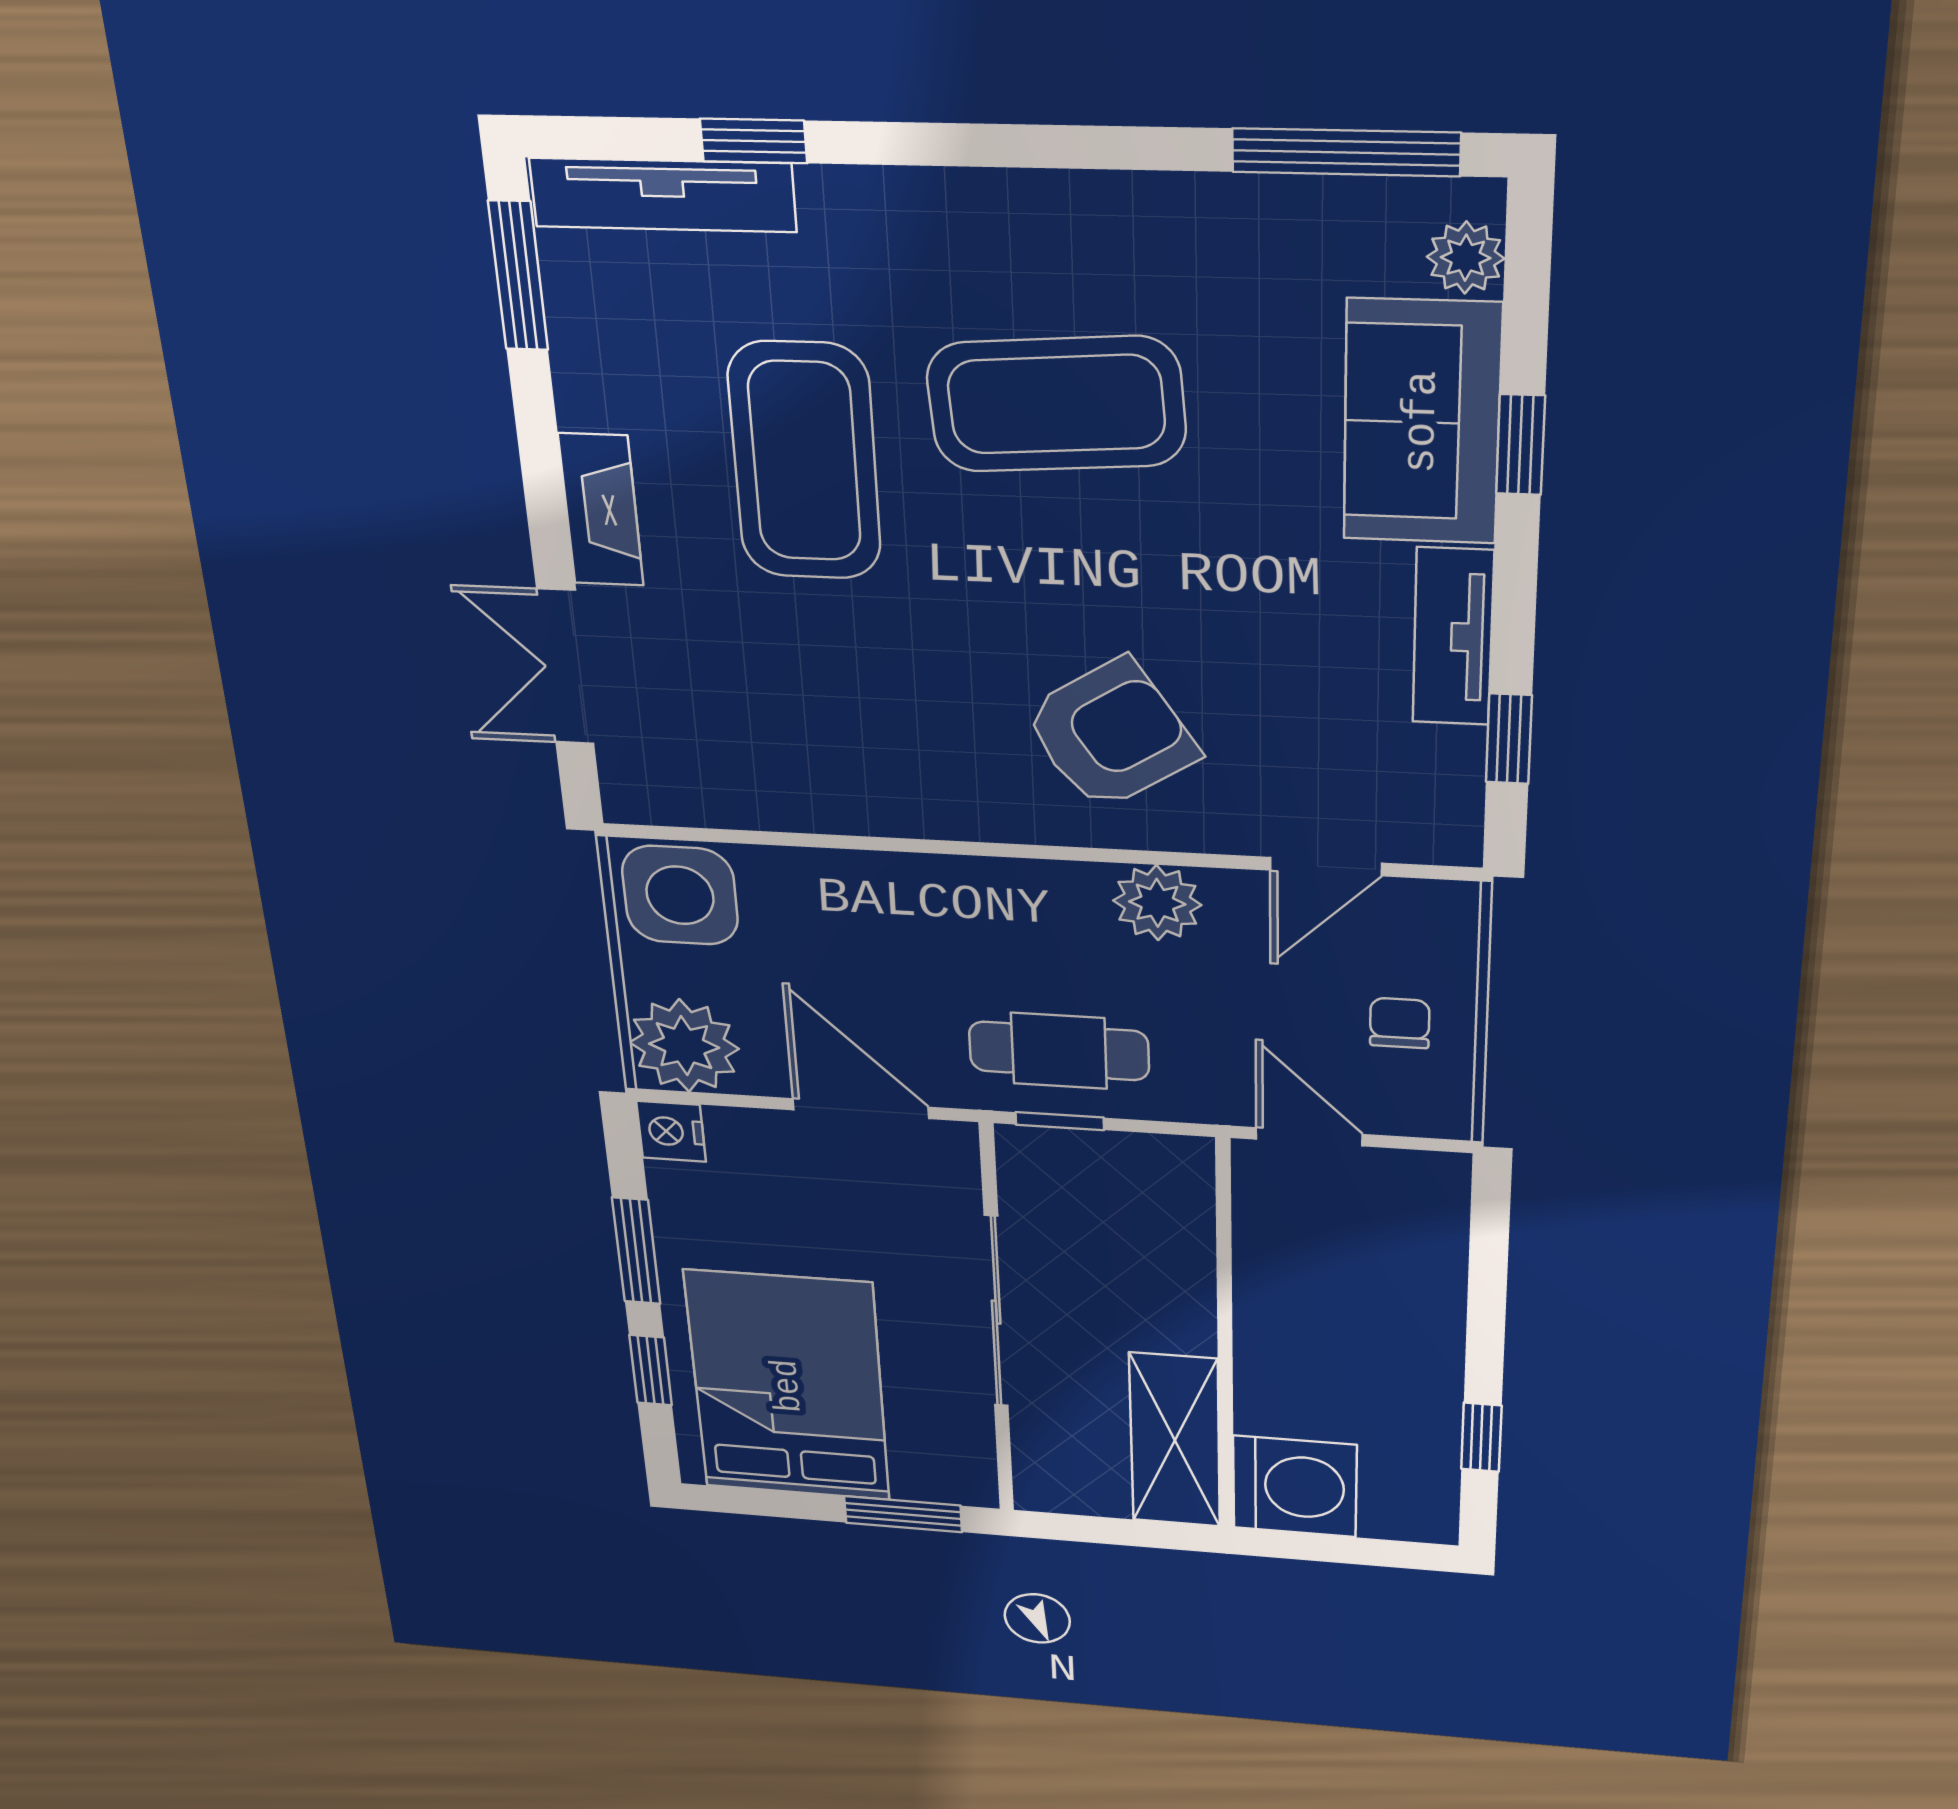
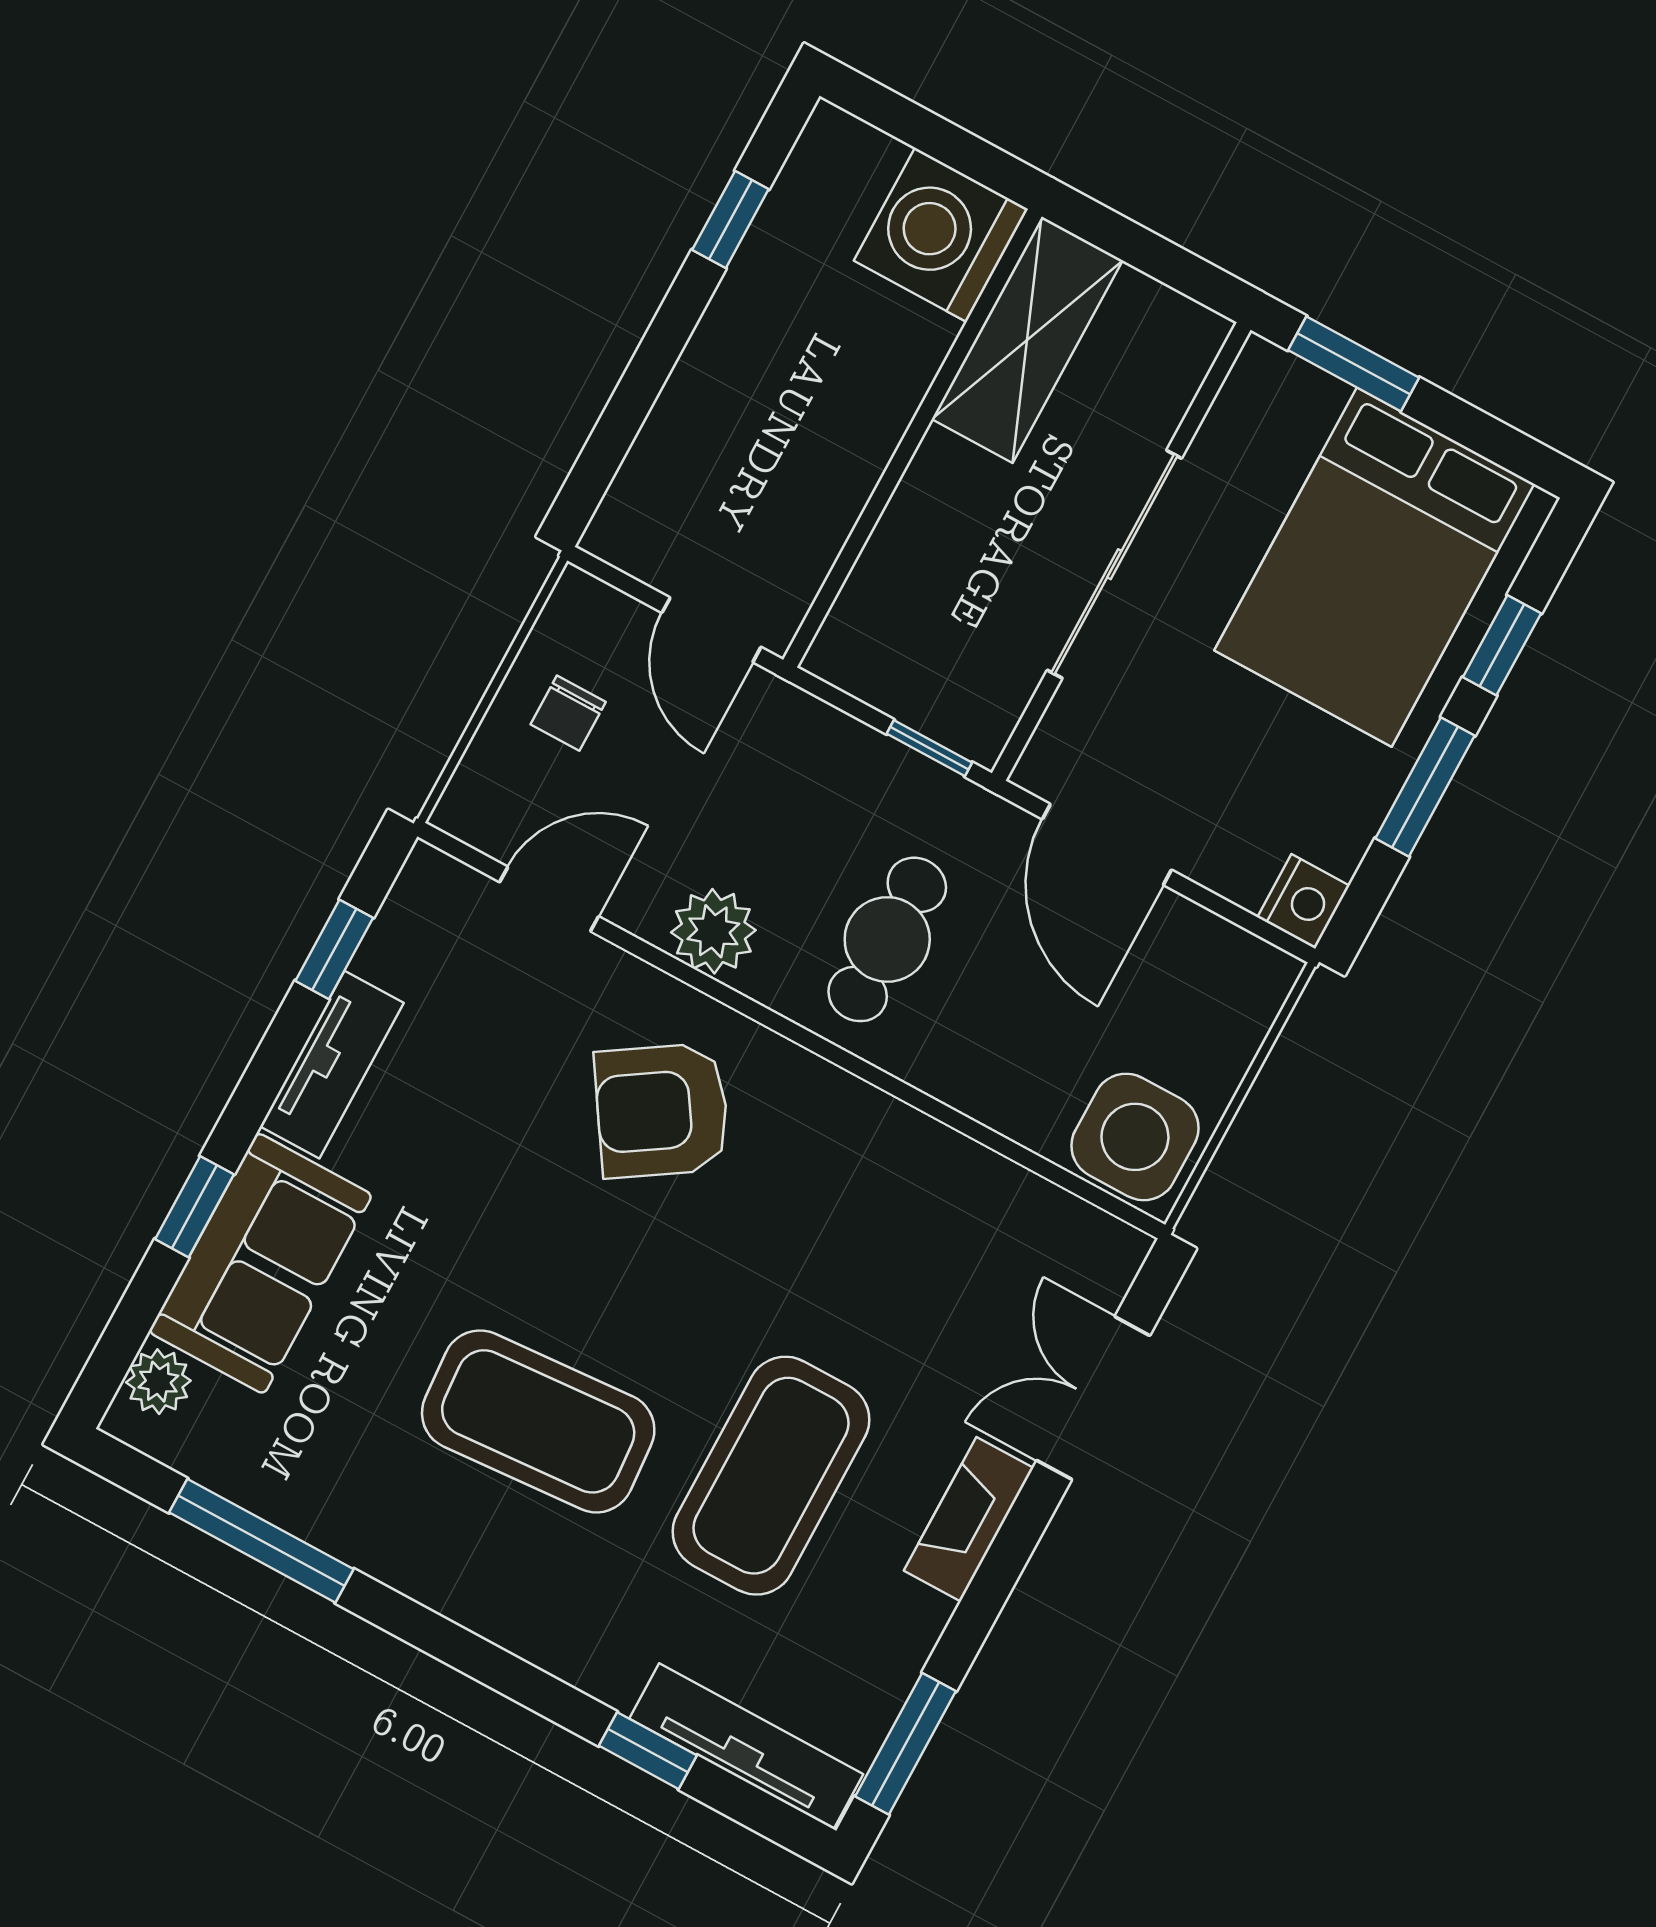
window: (1346, 152) -> (261, 1541), moved
double door: (566, 667) -> (1093, 1398), swing flipped
plant: (684, 1046) -> (1231, 985), removed
cafe table: (1059, 1051) -> (887, 939), moved, turned 90

